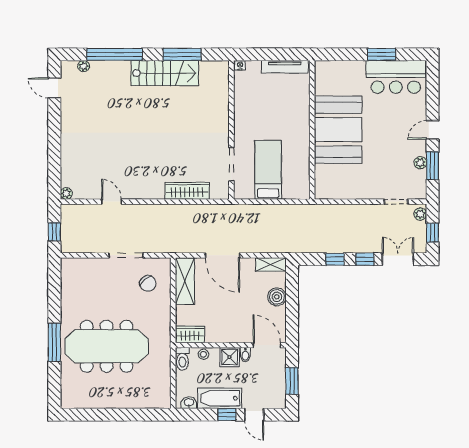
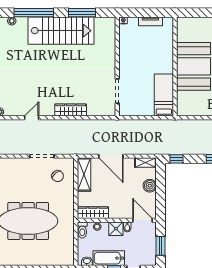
tv unit: (285, 67) -> (150, 21), width x0.71
stairs: (165, 73) -> (61, 31), width x1.36, depth x1.51
bed: (268, 170) -> (164, 95), moved
wardrobe: (187, 191) -> (71, 110), moved
door: (111, 202) -> (32, 118), hinge flipped
window: (335, 259) -> (177, 159), moved
wardrobe: (190, 334) -> (93, 213), width x1.50

